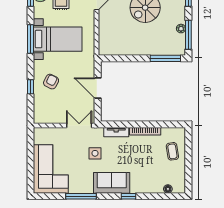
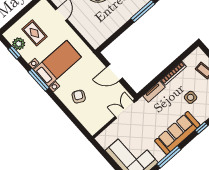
window: (31, 87) -> (68, 113), removed
side table: (95, 153) -> (191, 97), moved
sofa: (112, 183) -> (177, 133), width x1.36

